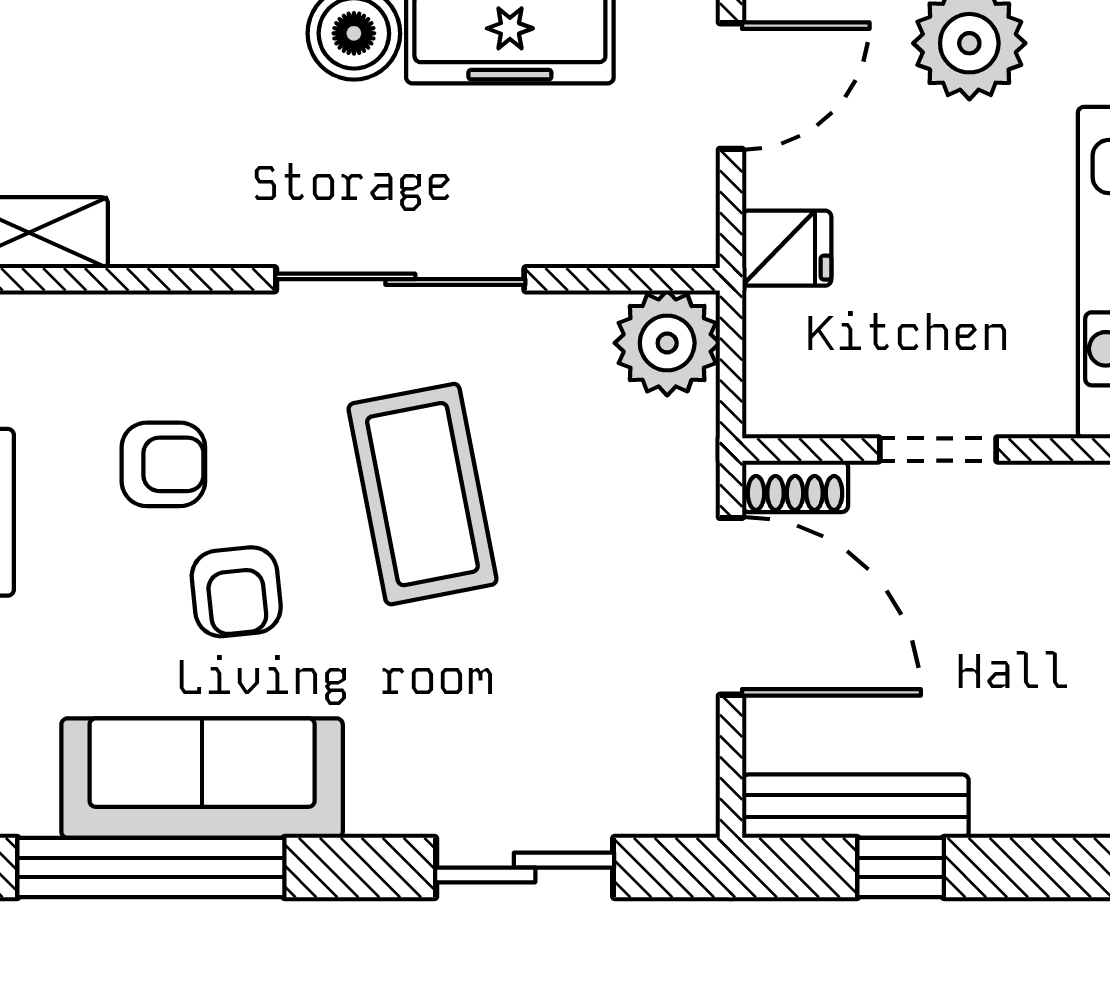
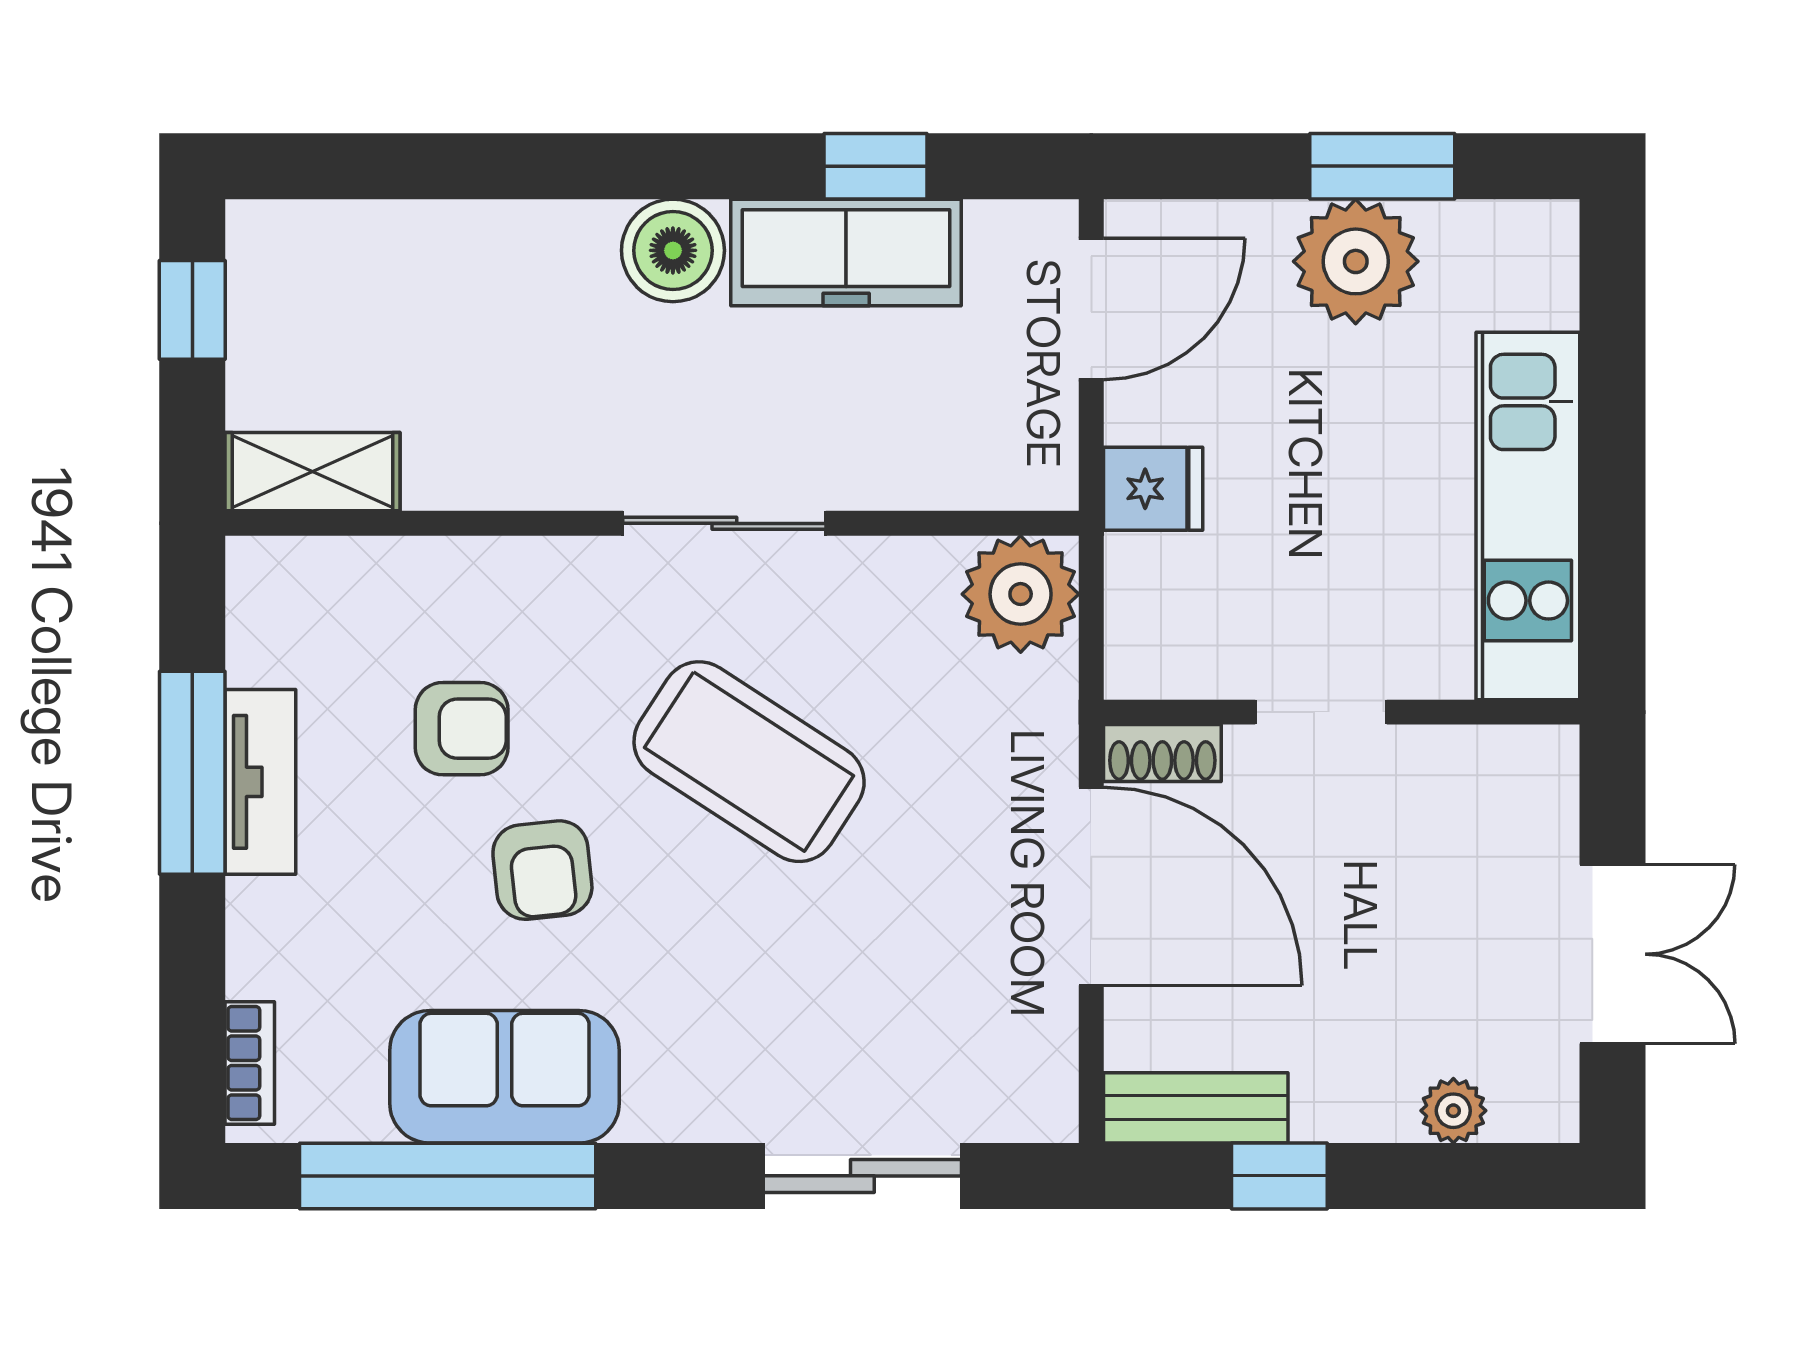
sliding door: (400, 279) -> (724, 523), width x0.73
coffee table: (422, 494) -> (749, 762), turned -46
sofa: (202, 778) -> (505, 1077), width x0.73
bench: (855, 806) -> (1196, 1108), width x0.73
plant: (1057, 809) -> (1453, 1111), added

